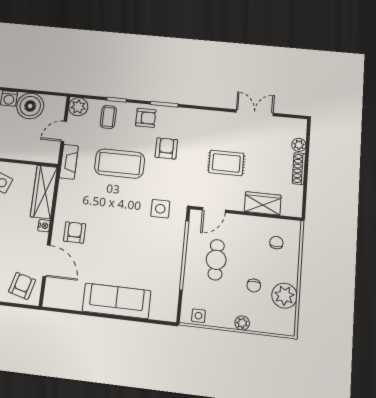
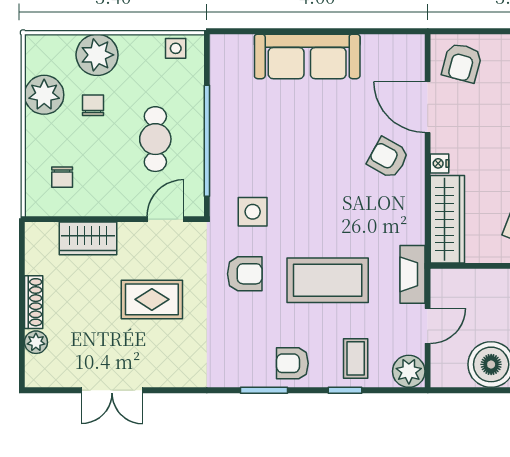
armchair: (166, 148) -> (245, 274), moved, turned -90
armchair: (75, 232) -> (388, 158), turned 119
plant: (242, 323) -> (97, 55), width x1.88, depth x1.88

